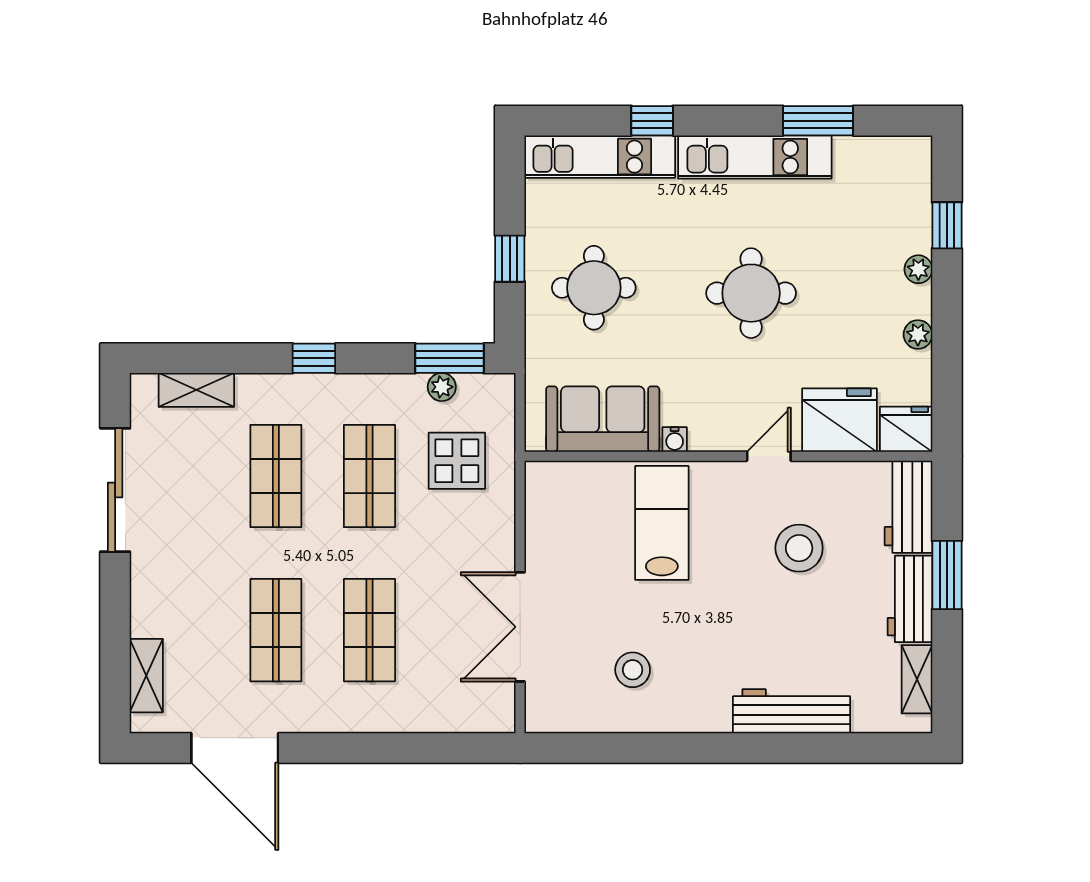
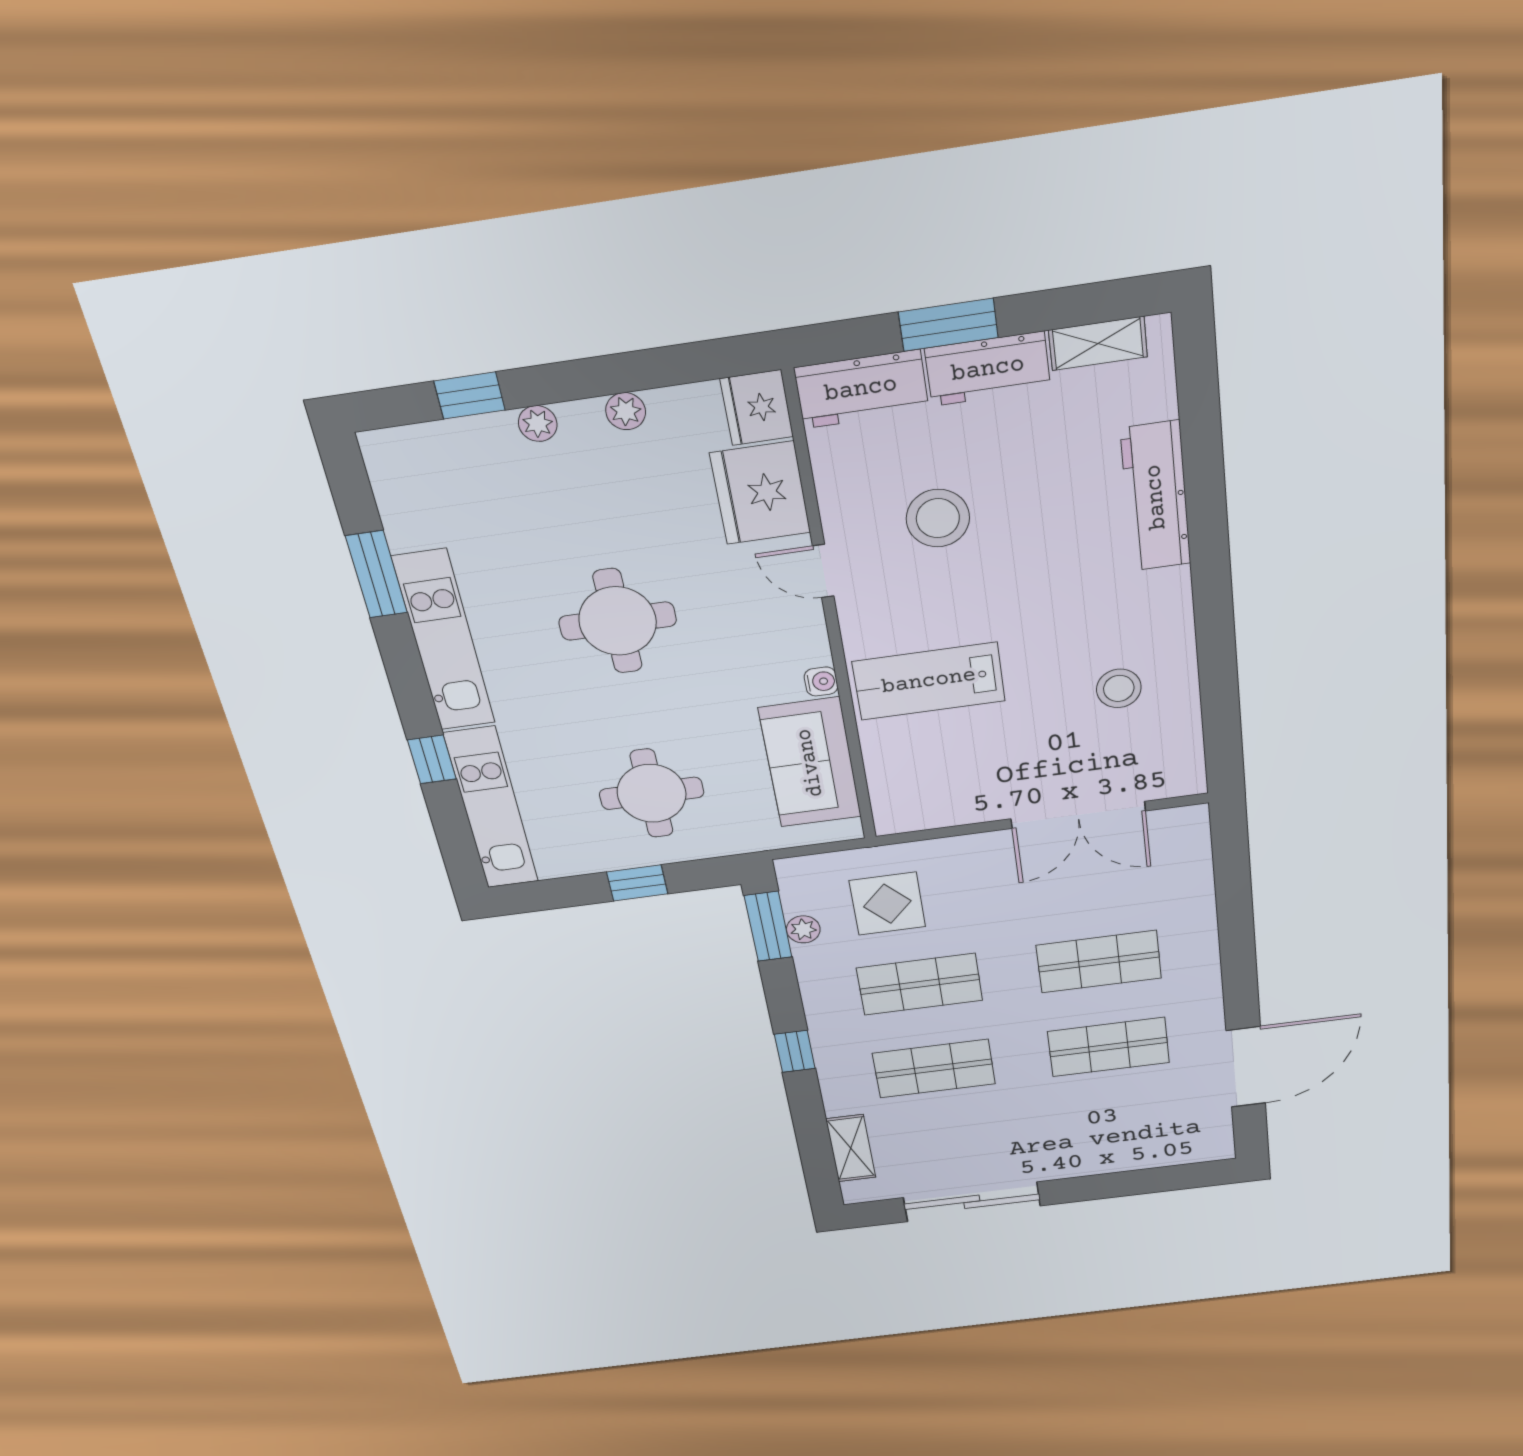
shelving: (146, 676) -> (1171, 1152), removed

